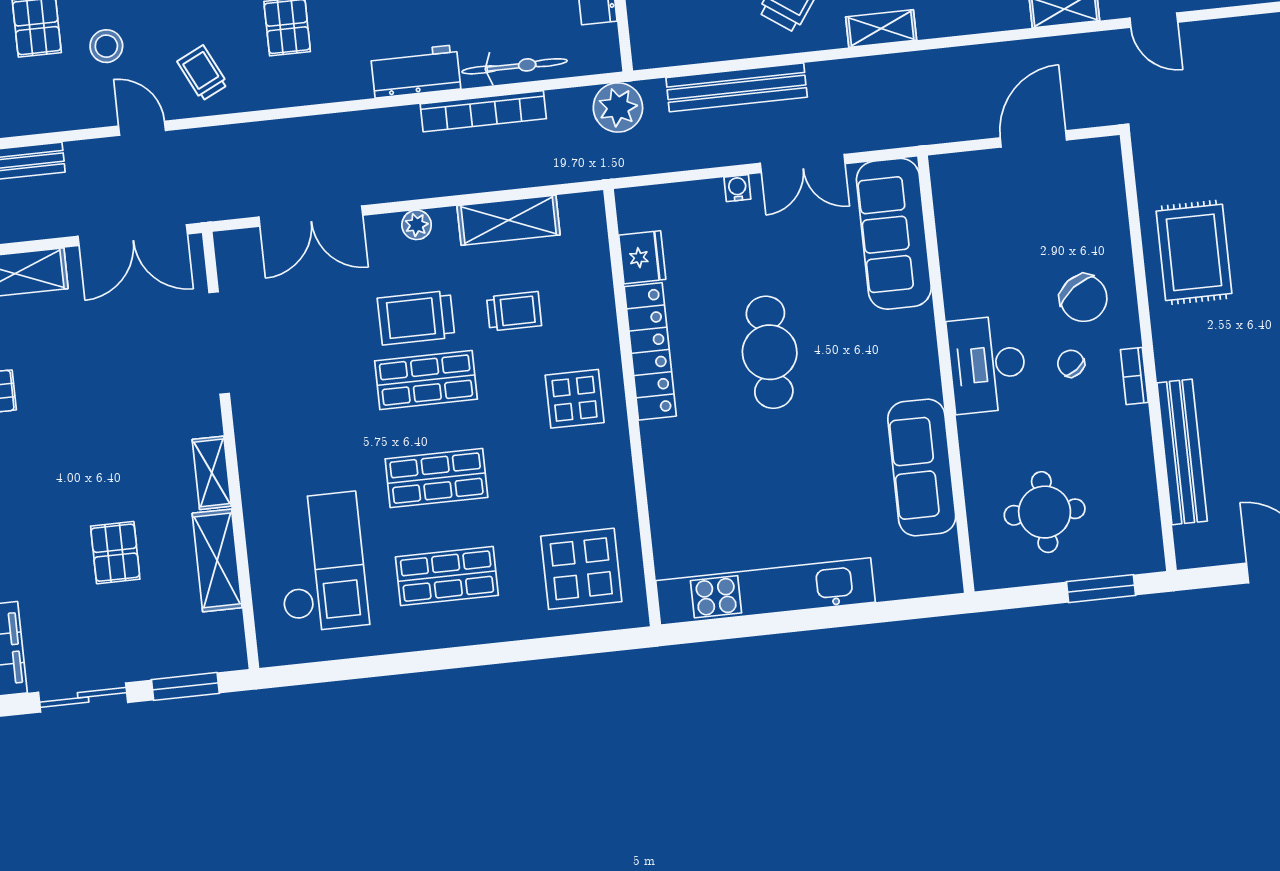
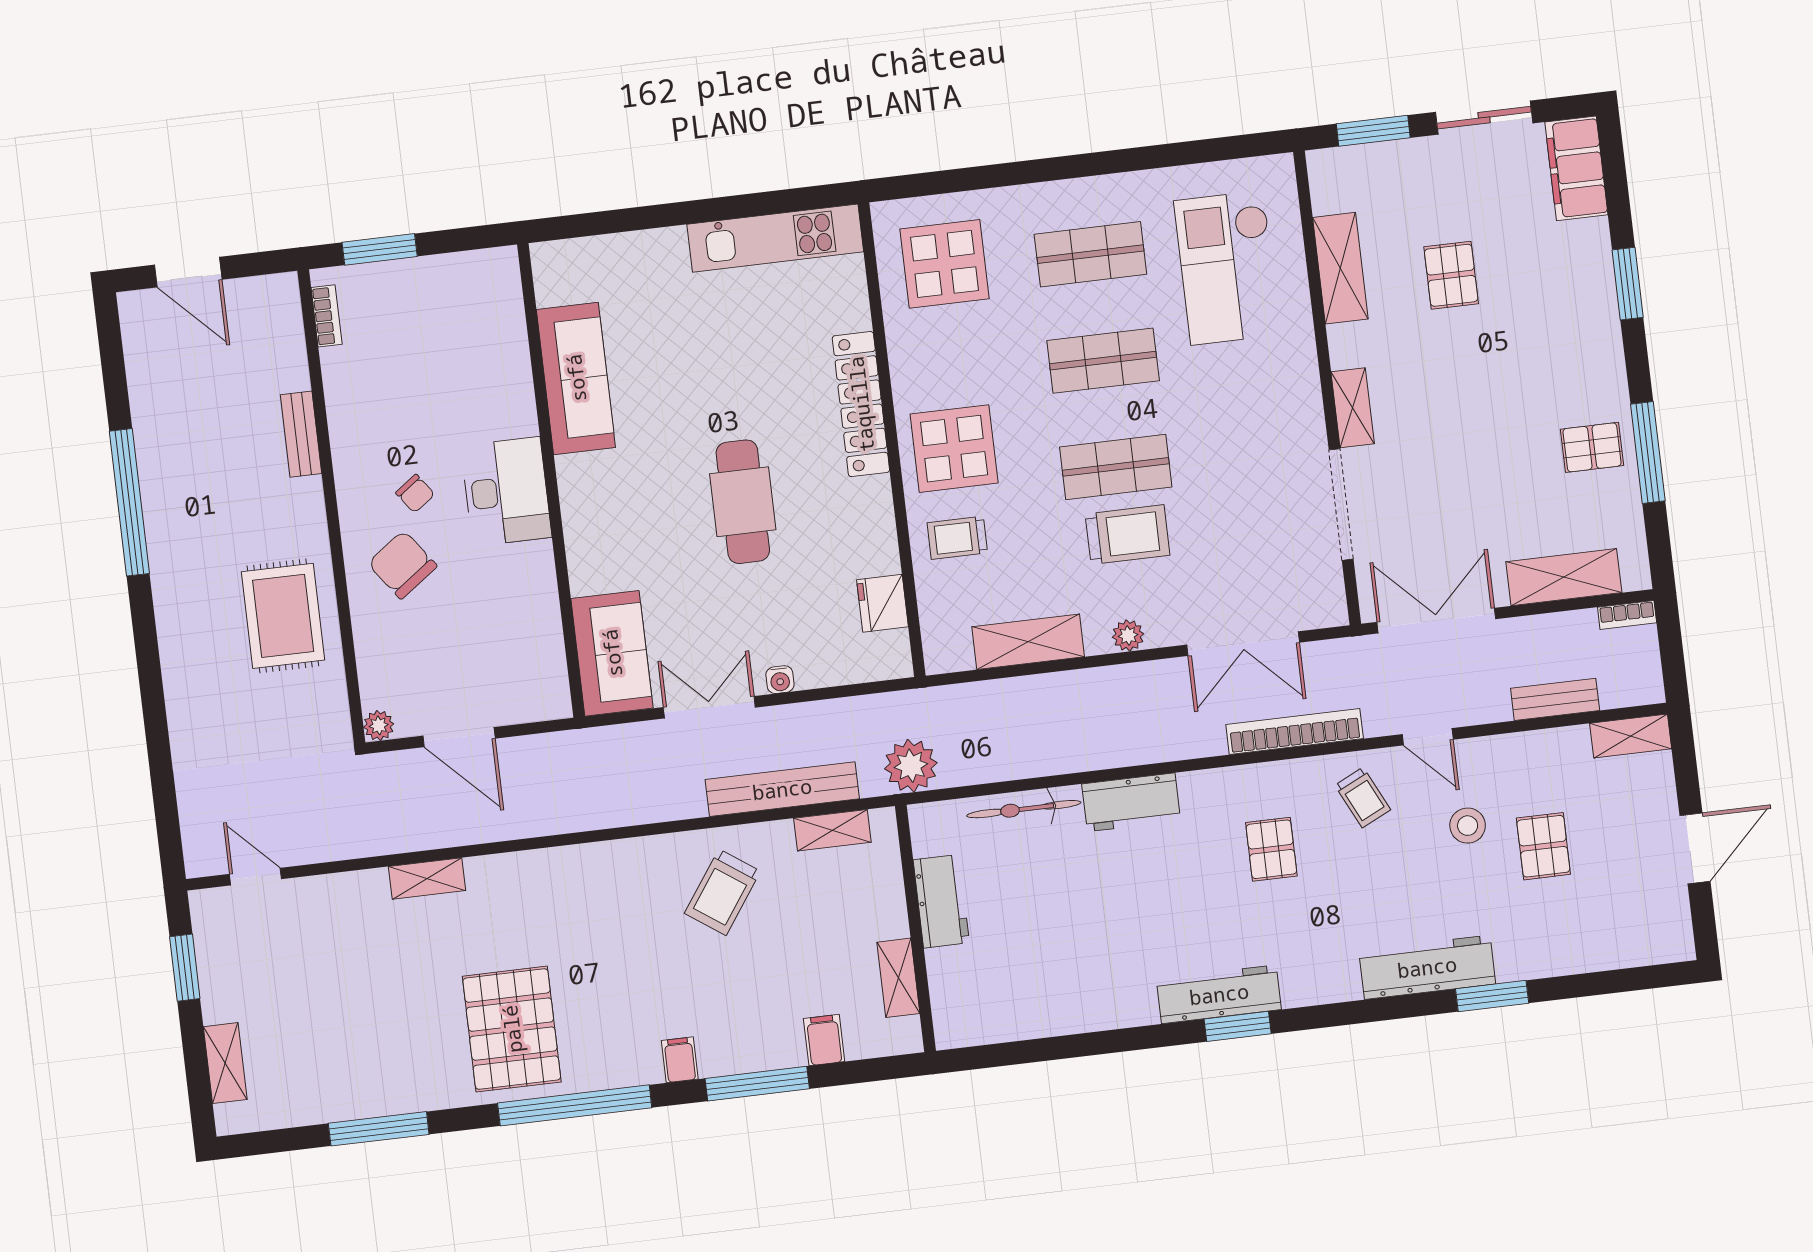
door: (1154, 20) -> (255, 877), moved
shelving: (881, 29) -> (832, 830), moved
bookcase: (483, 111) -> (1295, 731), moved
door: (1033, 139) -> (459, 737), hinge flipped
plant: (1107, 150) -> (379, 725), added
double door: (311, 216) -> (1243, 644), swing flipped
sofa: (894, 234) -> (612, 653), width x0.73
trolley: (514, 311) -> (957, 538), moved
locker: (650, 351) -> (861, 404), moved
bookcase: (1134, 376) -> (327, 316), moved
display table: (575, 399) -> (954, 449), width x1.36, depth x1.36
bench: (1182, 452) -> (301, 434), width x0.54, depth x0.82
shelving: (212, 473) -> (1353, 408), moved
round table: (1045, 512) -> (442, 332), removed
kitchen unit: (765, 591) -> (775, 238), width x0.73

